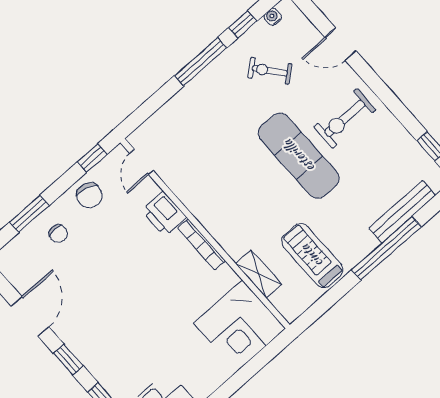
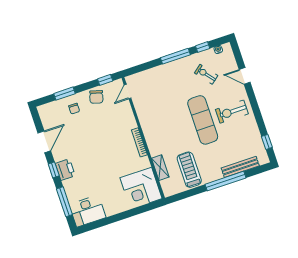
printer: (164, 214) -> (65, 170), moved, turned 180

